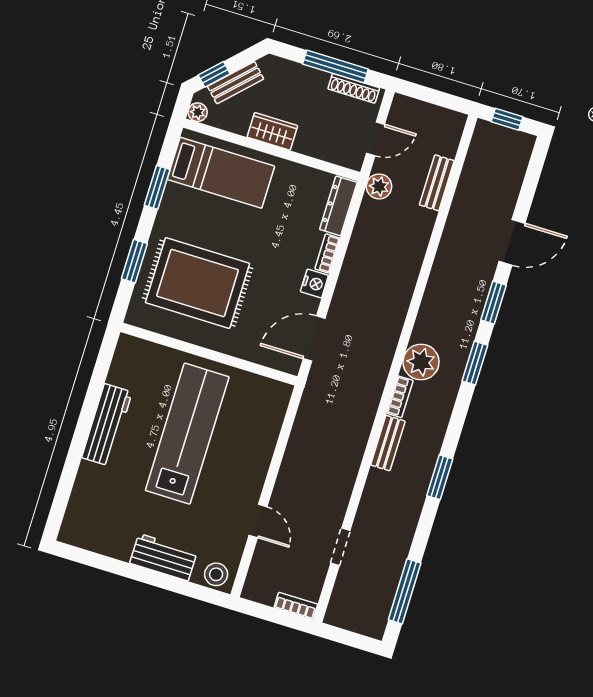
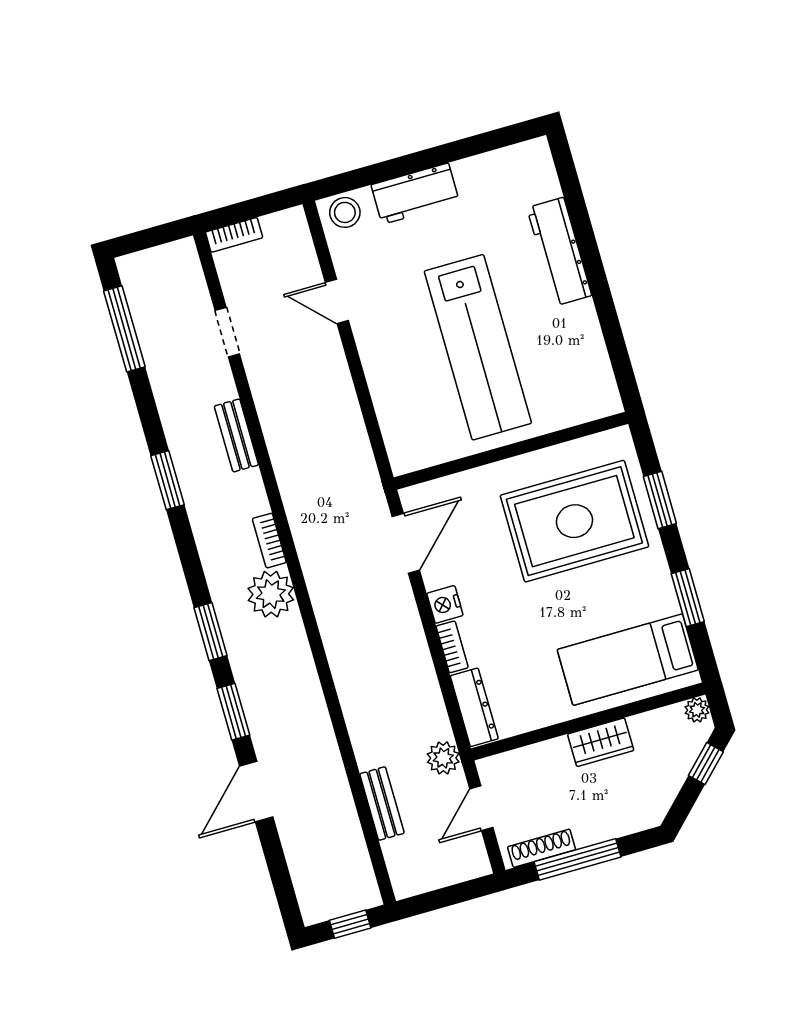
bench: (236, 83) -> (676, 770), removed
workbench: (107, 425) -> (559, 252), moved
bench: (388, 443) -> (236, 435), moved

